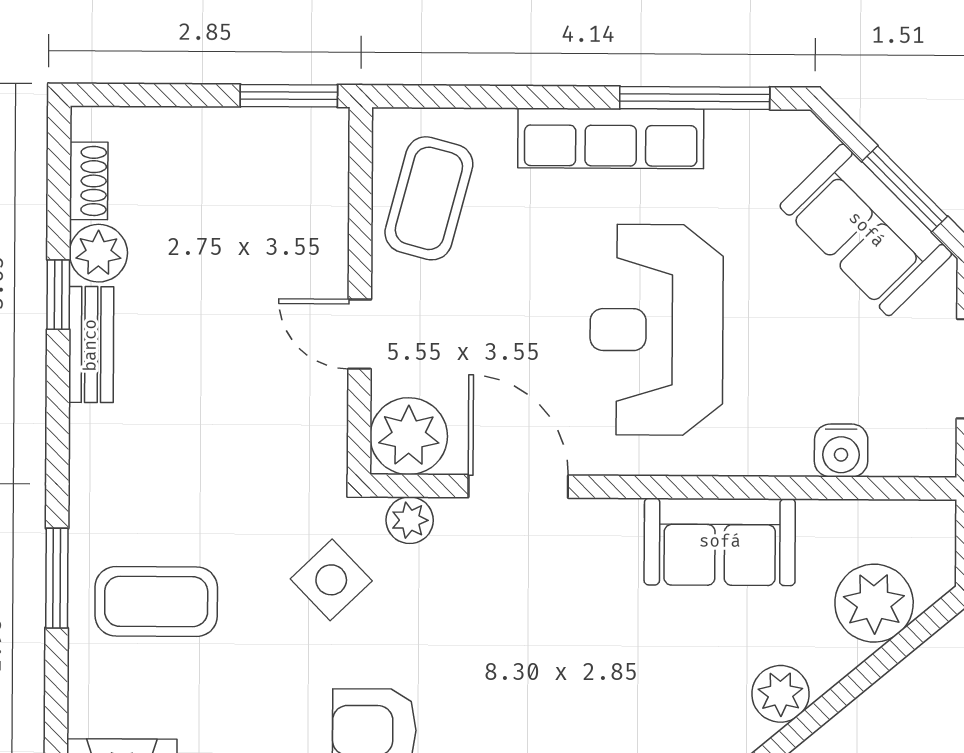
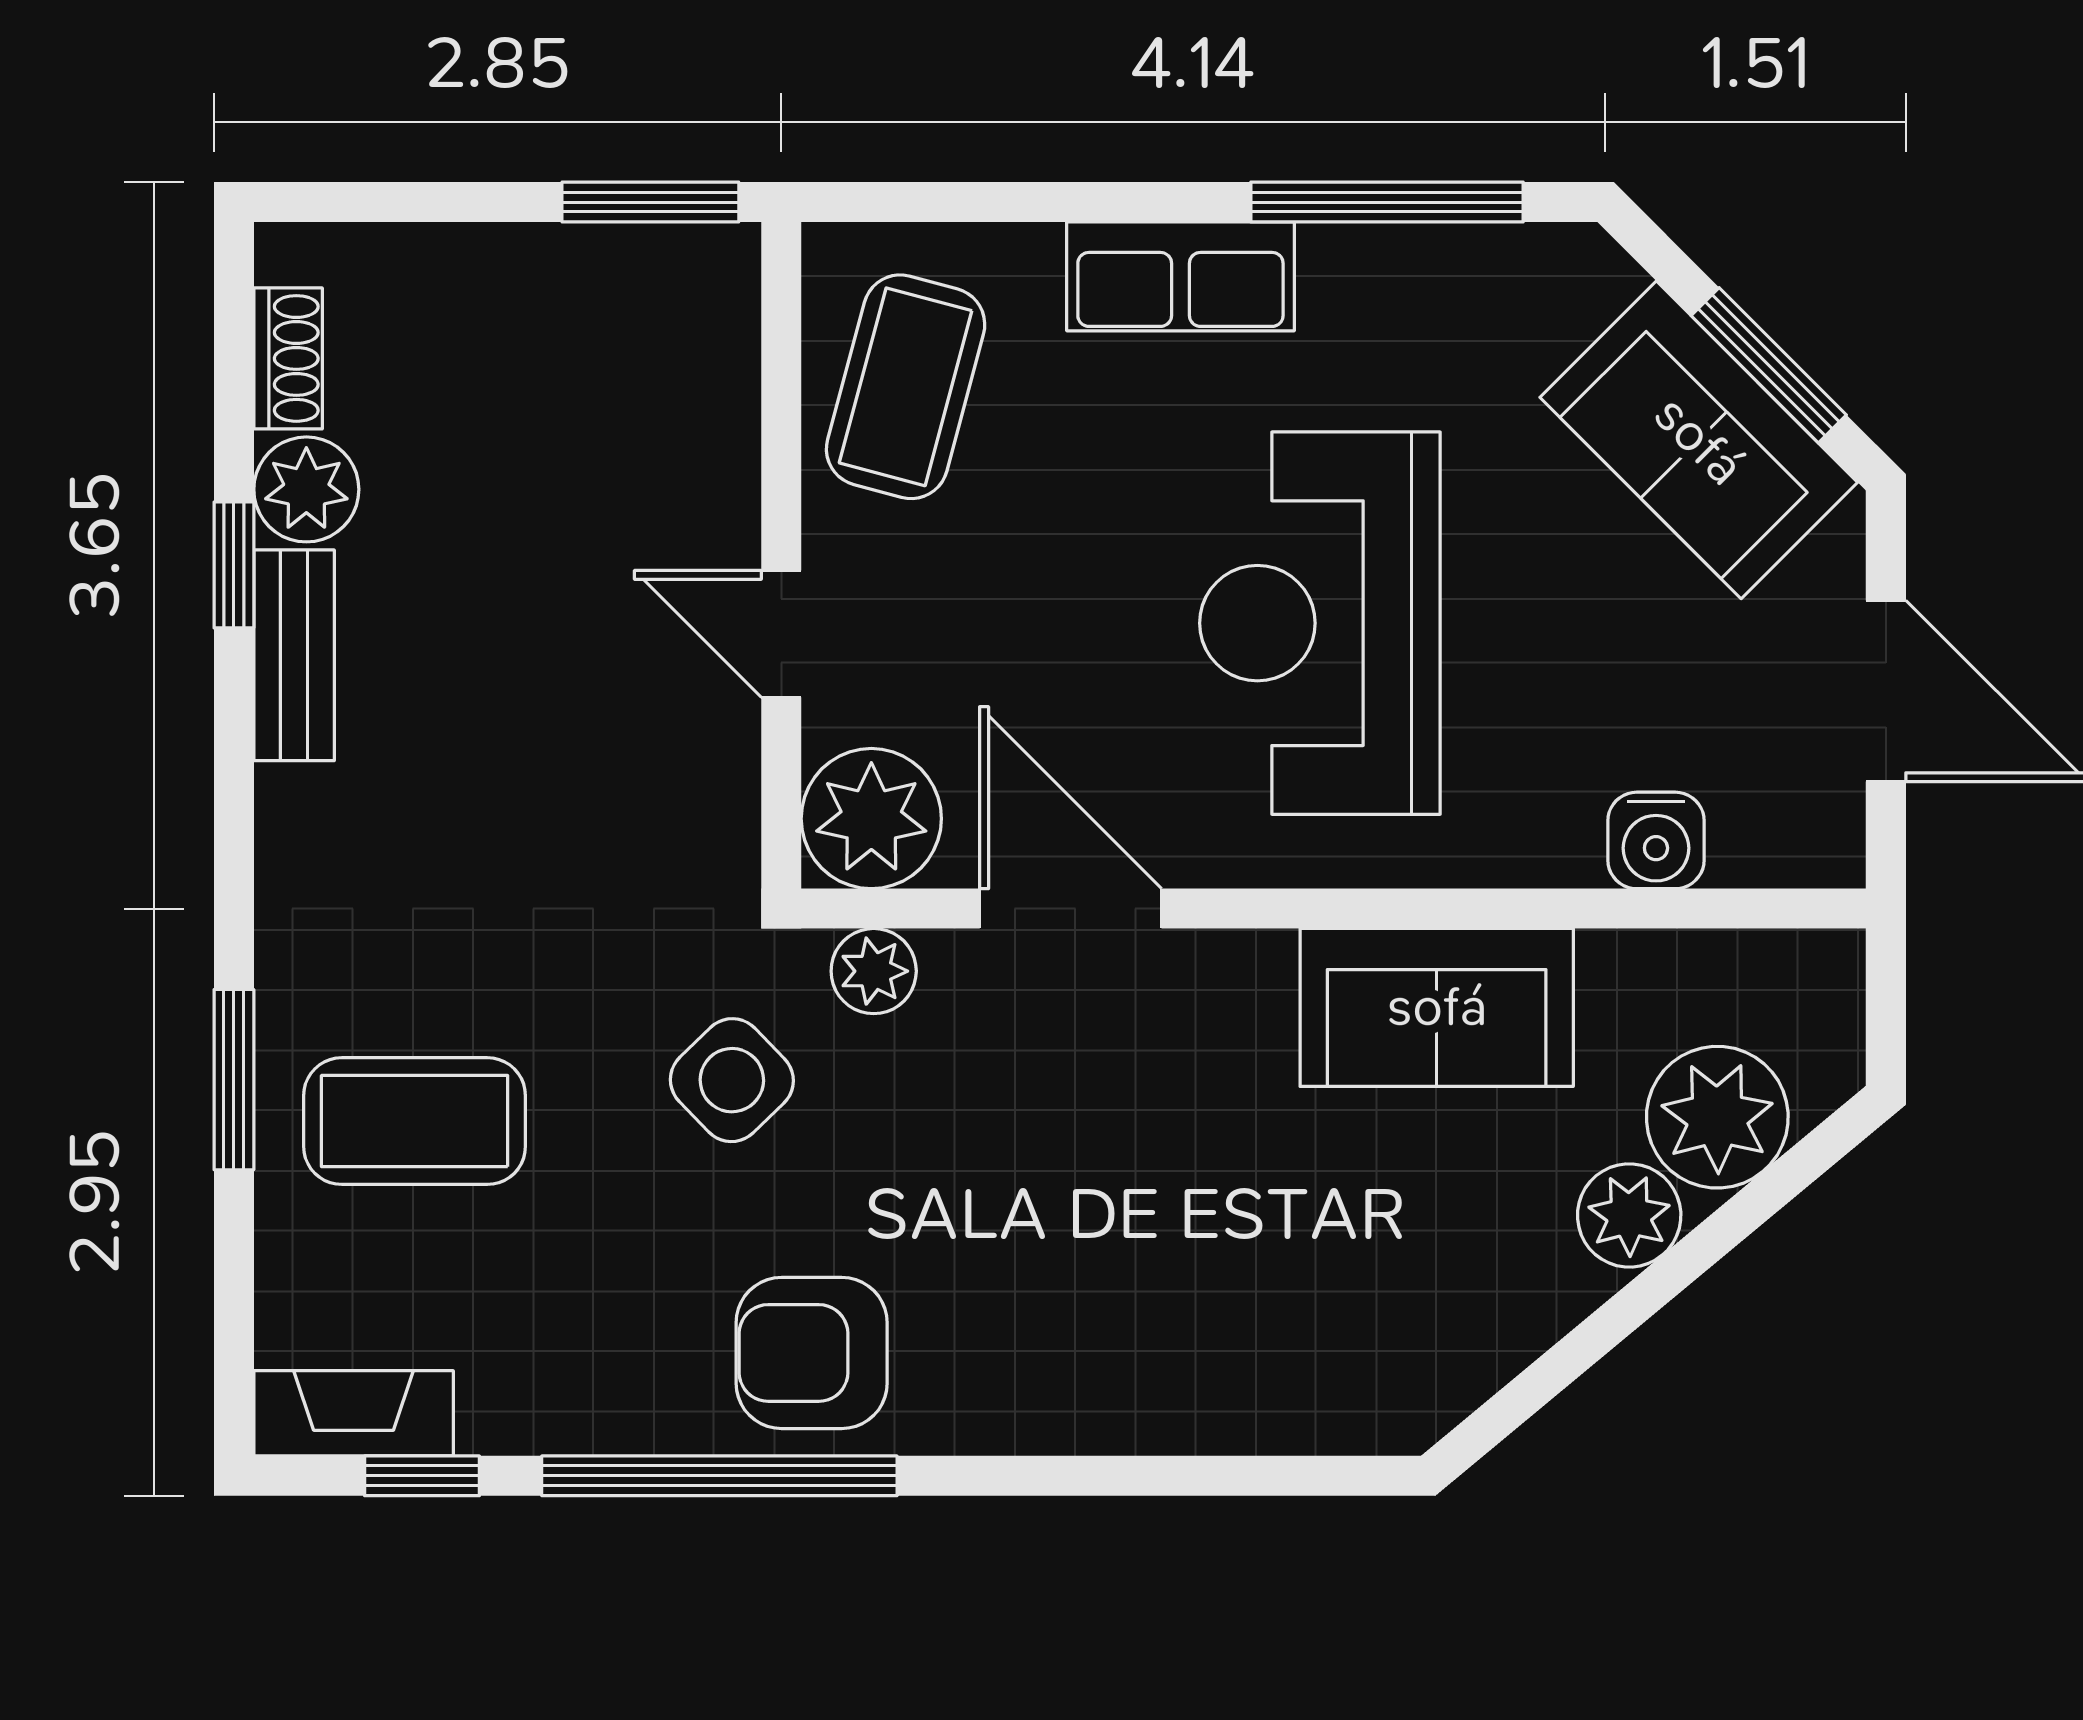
row of seats: (611, 138) -> (1180, 276), width x0.68
plant: (780, 694) -> (1629, 1215), moved

